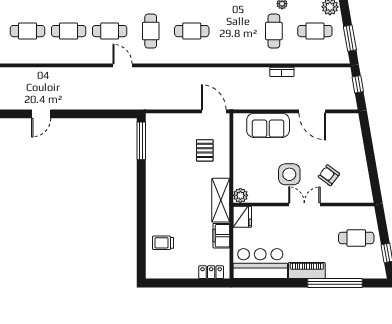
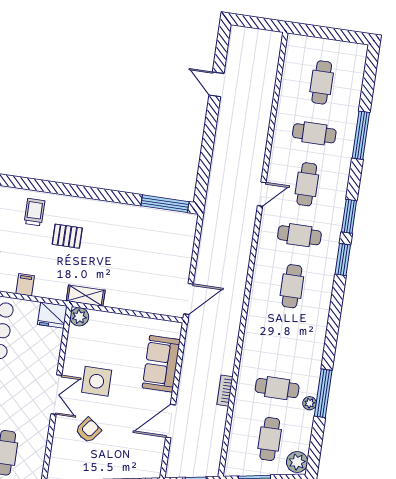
cafe table: (69, 31) -> (314, 133), turned 90
pallet: (205, 150) -> (67, 236), moved
shelving: (221, 200) -> (86, 296), width x0.67, depth x0.75
filing cabinet: (221, 236) -> (25, 285), width x0.50

